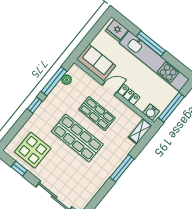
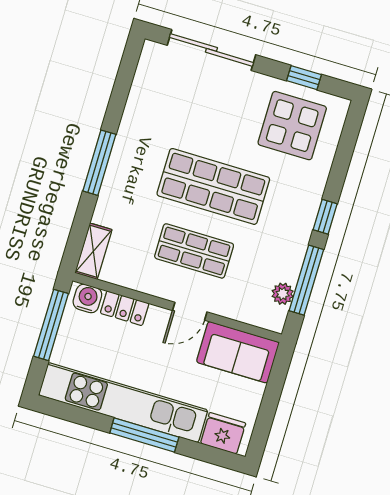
locker: (129, 95) -> (125, 308), moved

